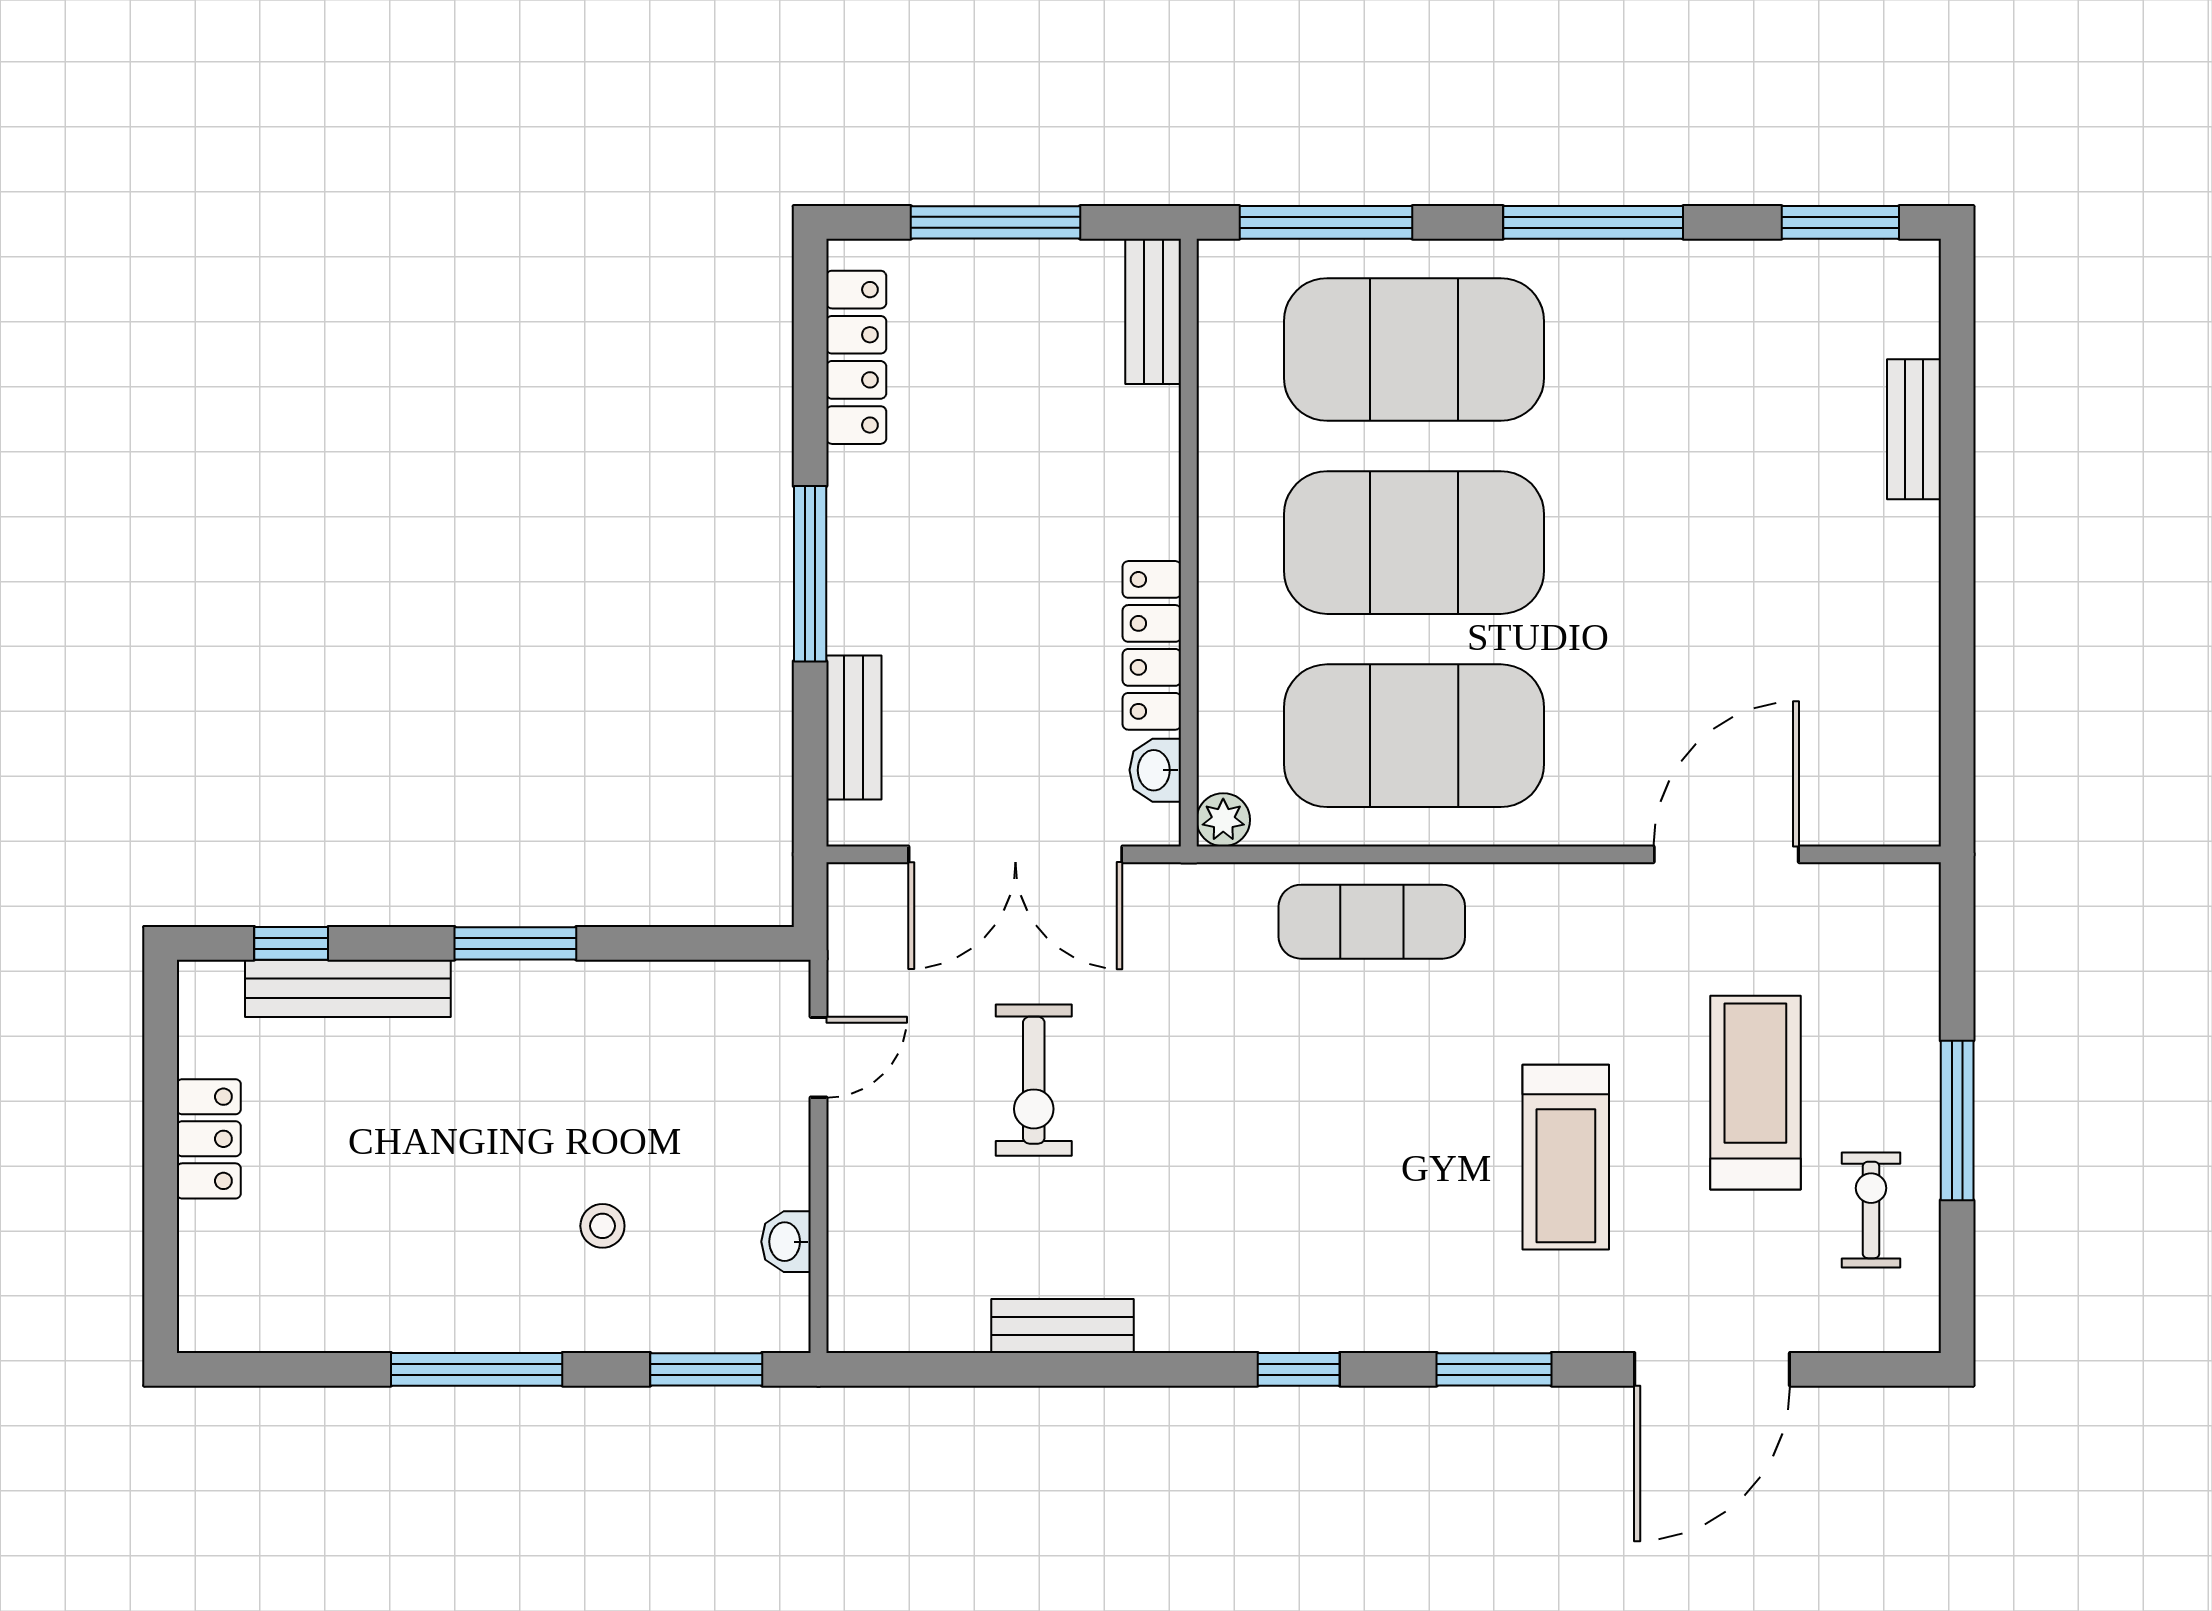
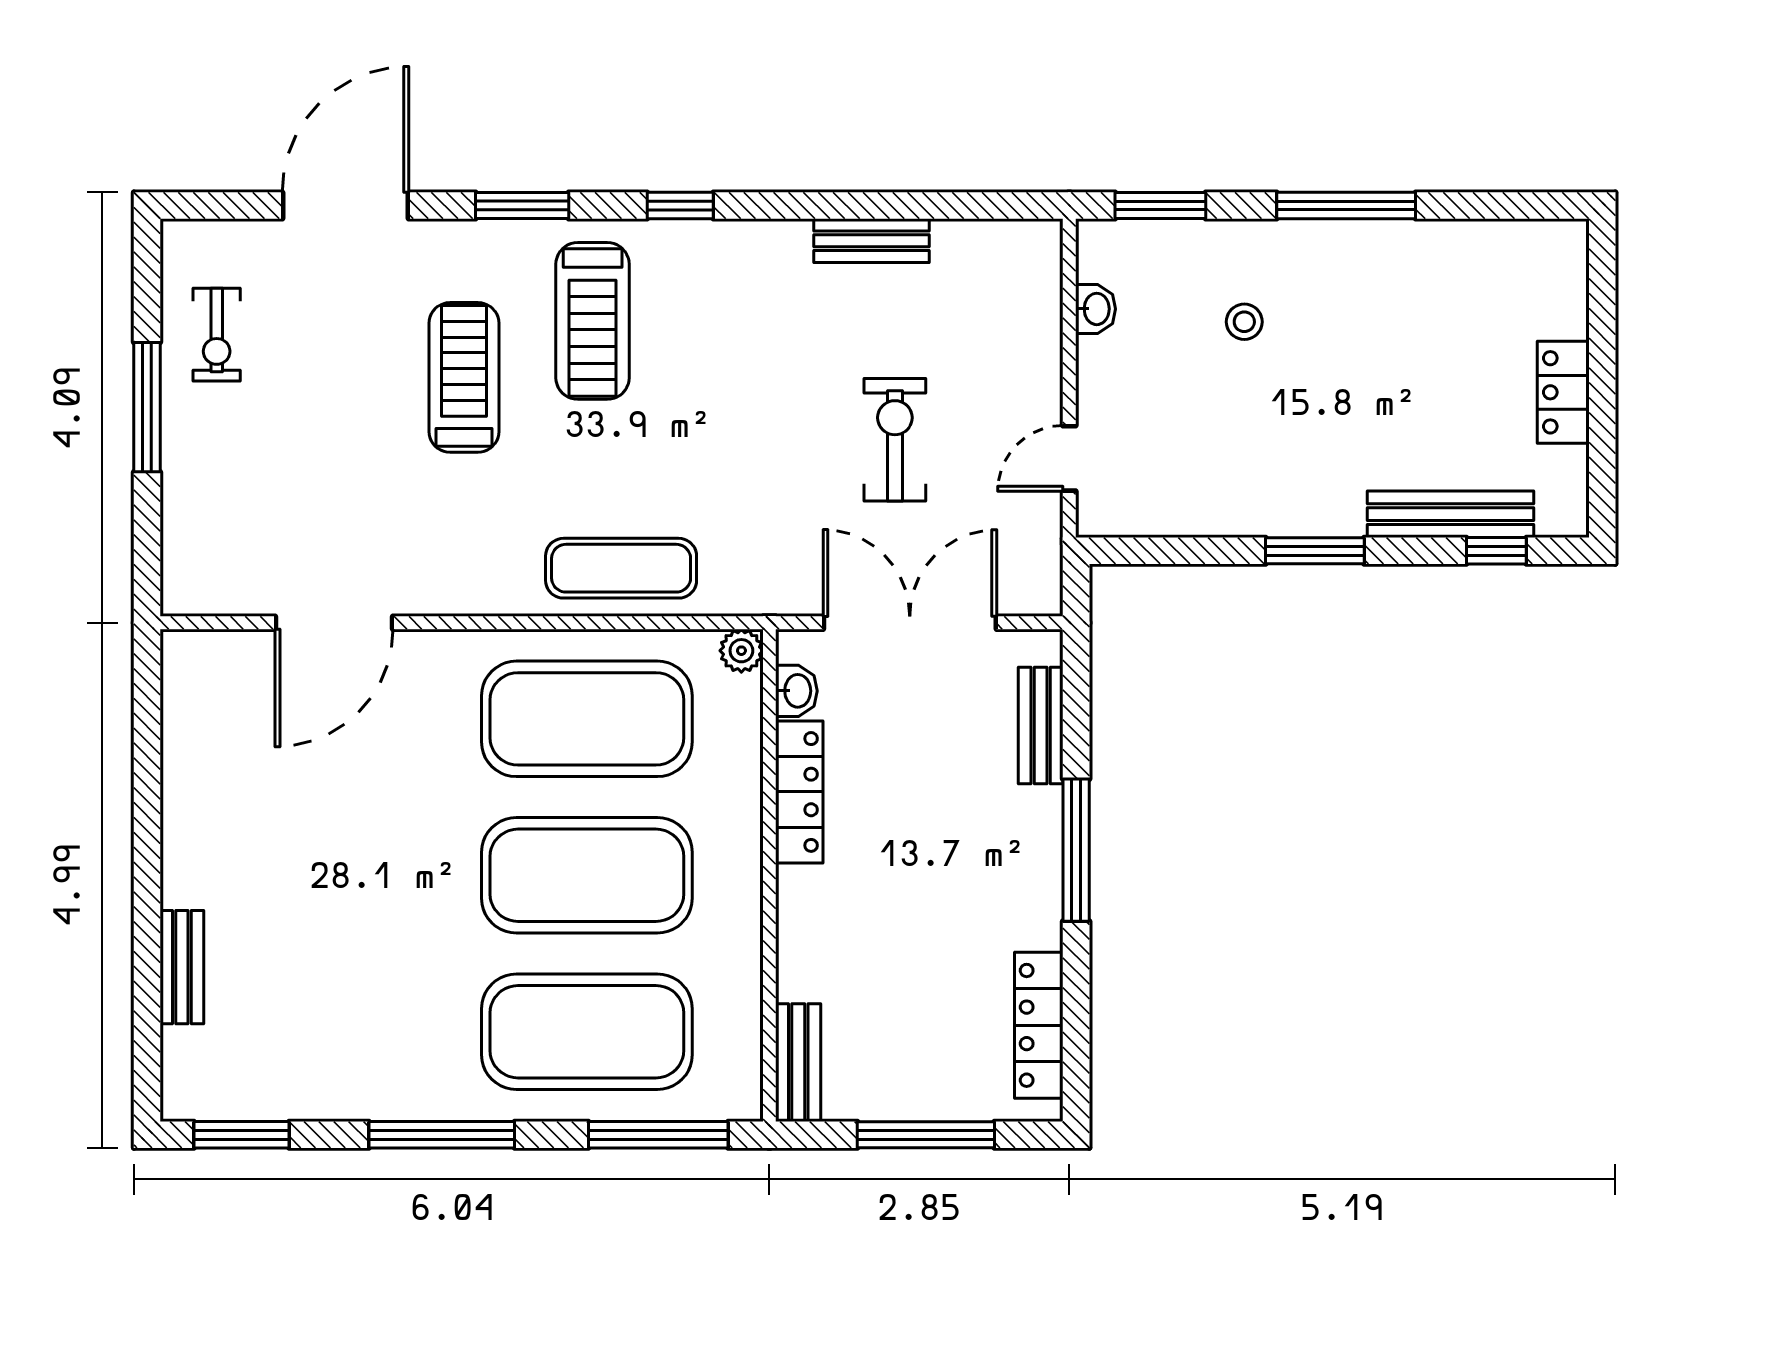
treadmill: (1755, 1093) -> (593, 321), moved

